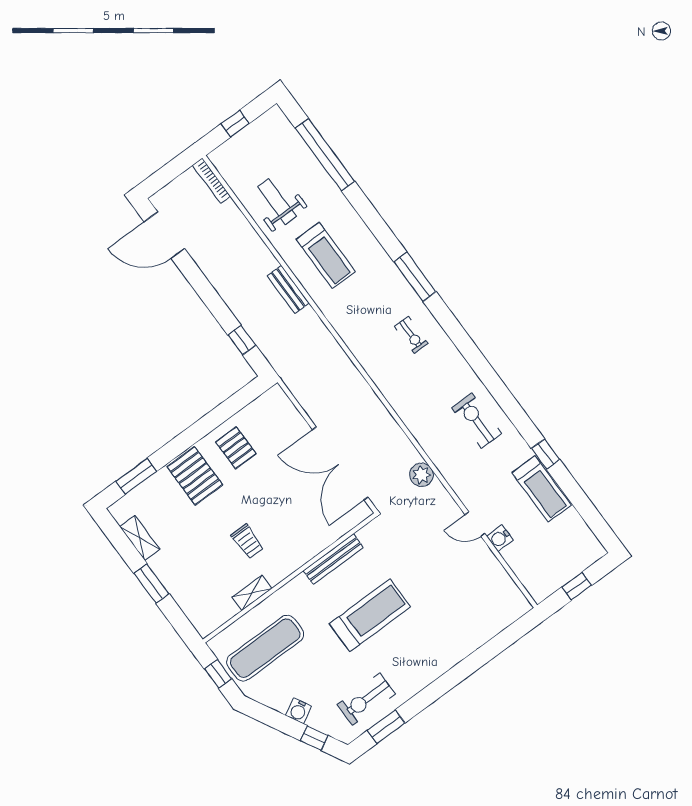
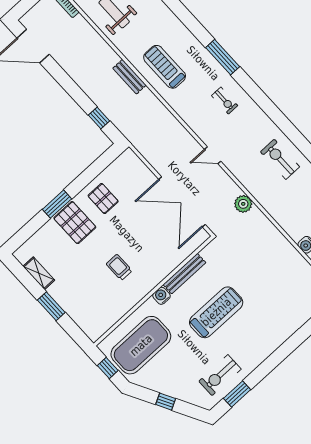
treadmill: (326, 255) -> (165, 67), moved, turned 180
window: (136, 476) -> (57, 204), moved
door: (475, 524) -> (213, 155), moved
trolley: (247, 541) -> (119, 267), turned 180
shelving: (252, 593) -> (127, 305), removed
exercise mat: (265, 648) -> (141, 345), width x1.47
water cooler: (299, 711) -> (161, 296), moved, turned 118
window: (314, 738) -> (166, 402), moved

